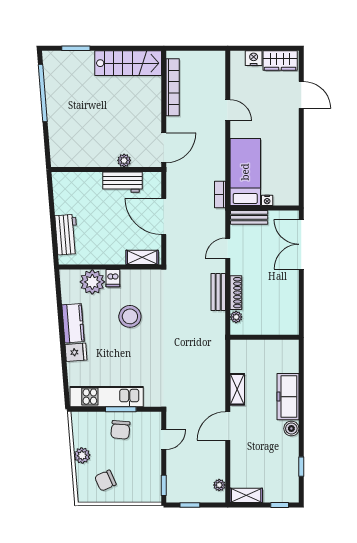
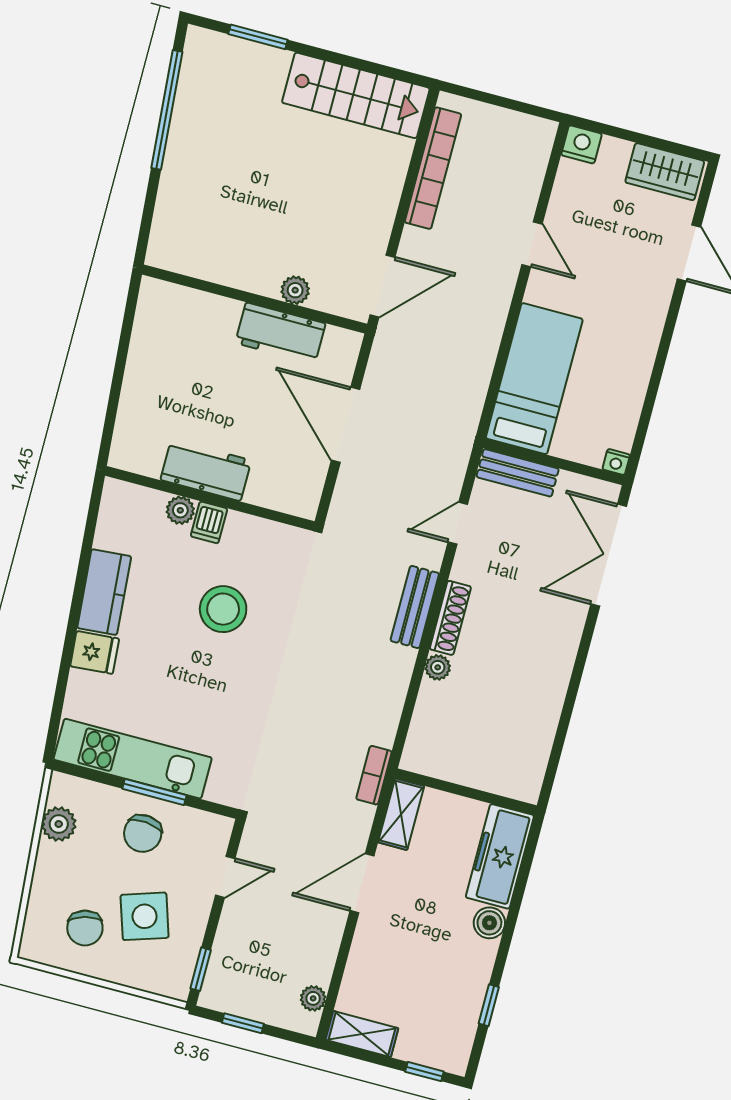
nightstand: (254, 58) -> (581, 144), moved
bookcase: (220, 195) -> (374, 775), moved
nightstand: (267, 200) -> (616, 462), moved
workbench: (67, 235) -> (206, 470), moved, turned -85
shelving: (142, 257) -> (279, 496), removed
plant: (92, 282) -> (180, 510), width x0.53, depth x0.53
wall: (264, 337) -> (466, 792), moved
plant: (82, 455) -> (59, 824), moved
side table: (131, 468) -> (145, 916), added
chair: (105, 481) -> (85, 928), turned -81

